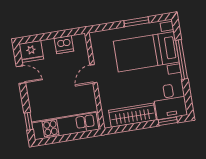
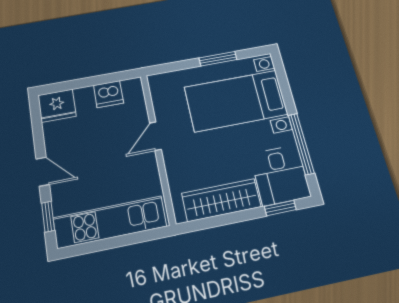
window: (182, 59) -> (301, 144), moved
door: (21, 75) -> (43, 172), moved

